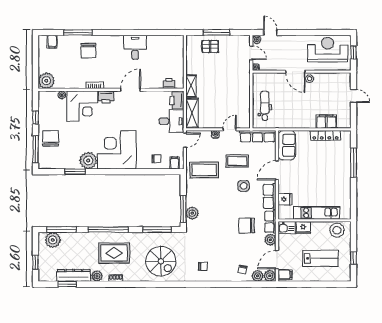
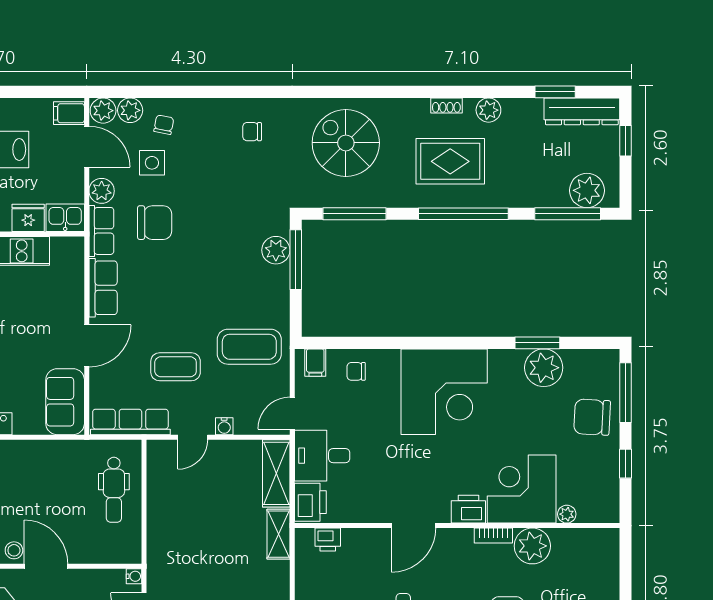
plant: (46, 81) -> (532, 546), moved
chair: (51, 138) -> (592, 417), turned 93
plant: (88, 161) -> (544, 368), moved
side table: (244, 186) -> (152, 163), moved
fridge: (285, 199) -> (69, 281), removed
door: (277, 260) -> (87, 147), hinge flipped
dresser: (74, 275) -> (582, 111), moved

